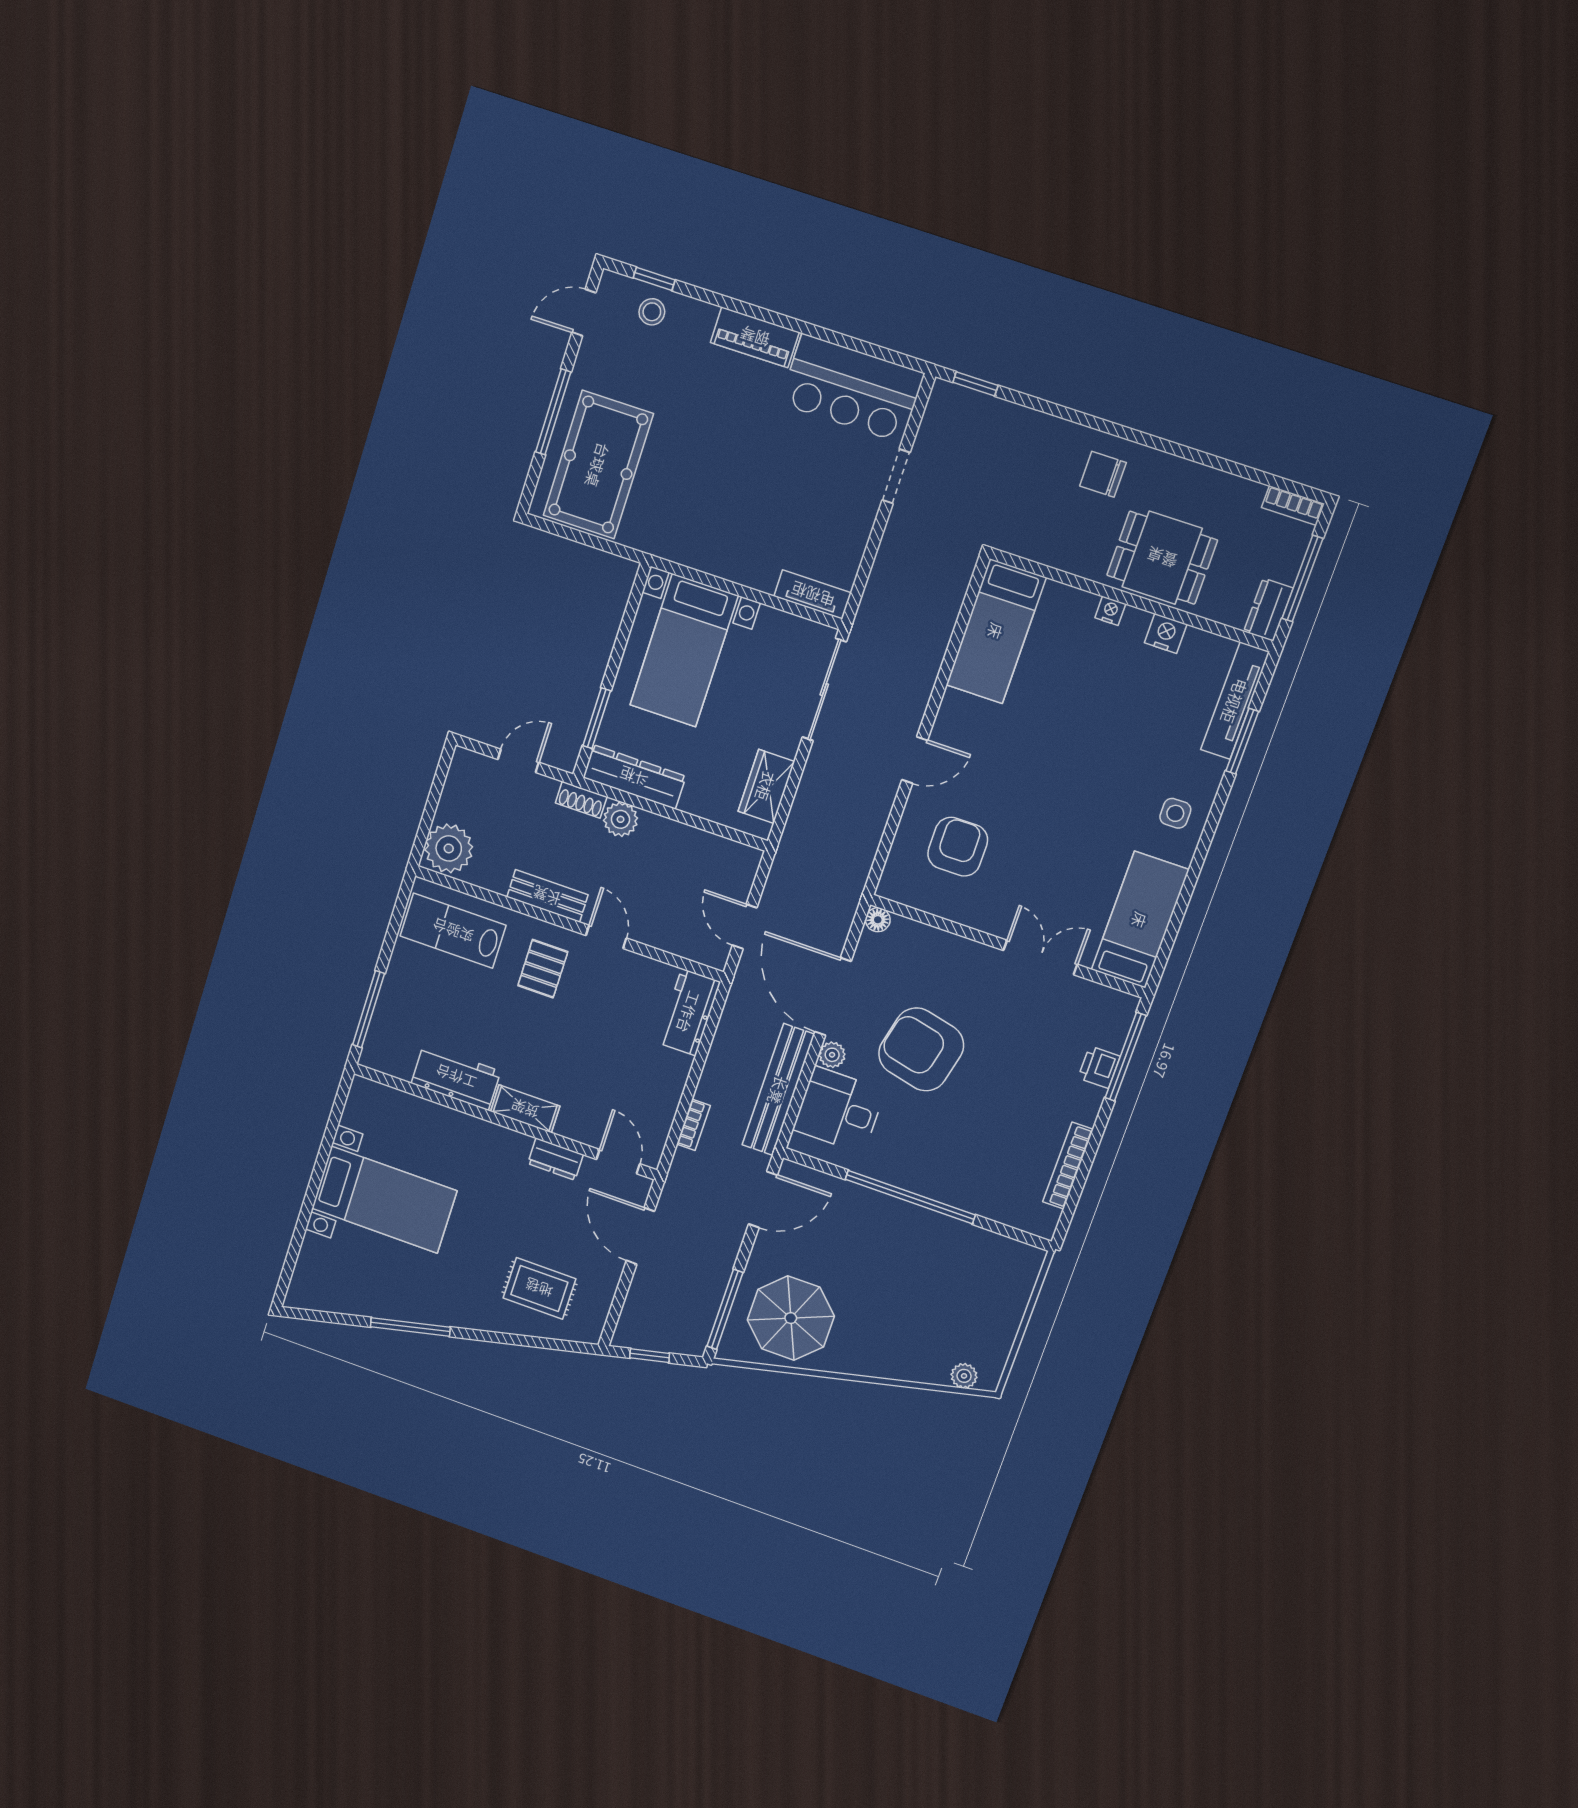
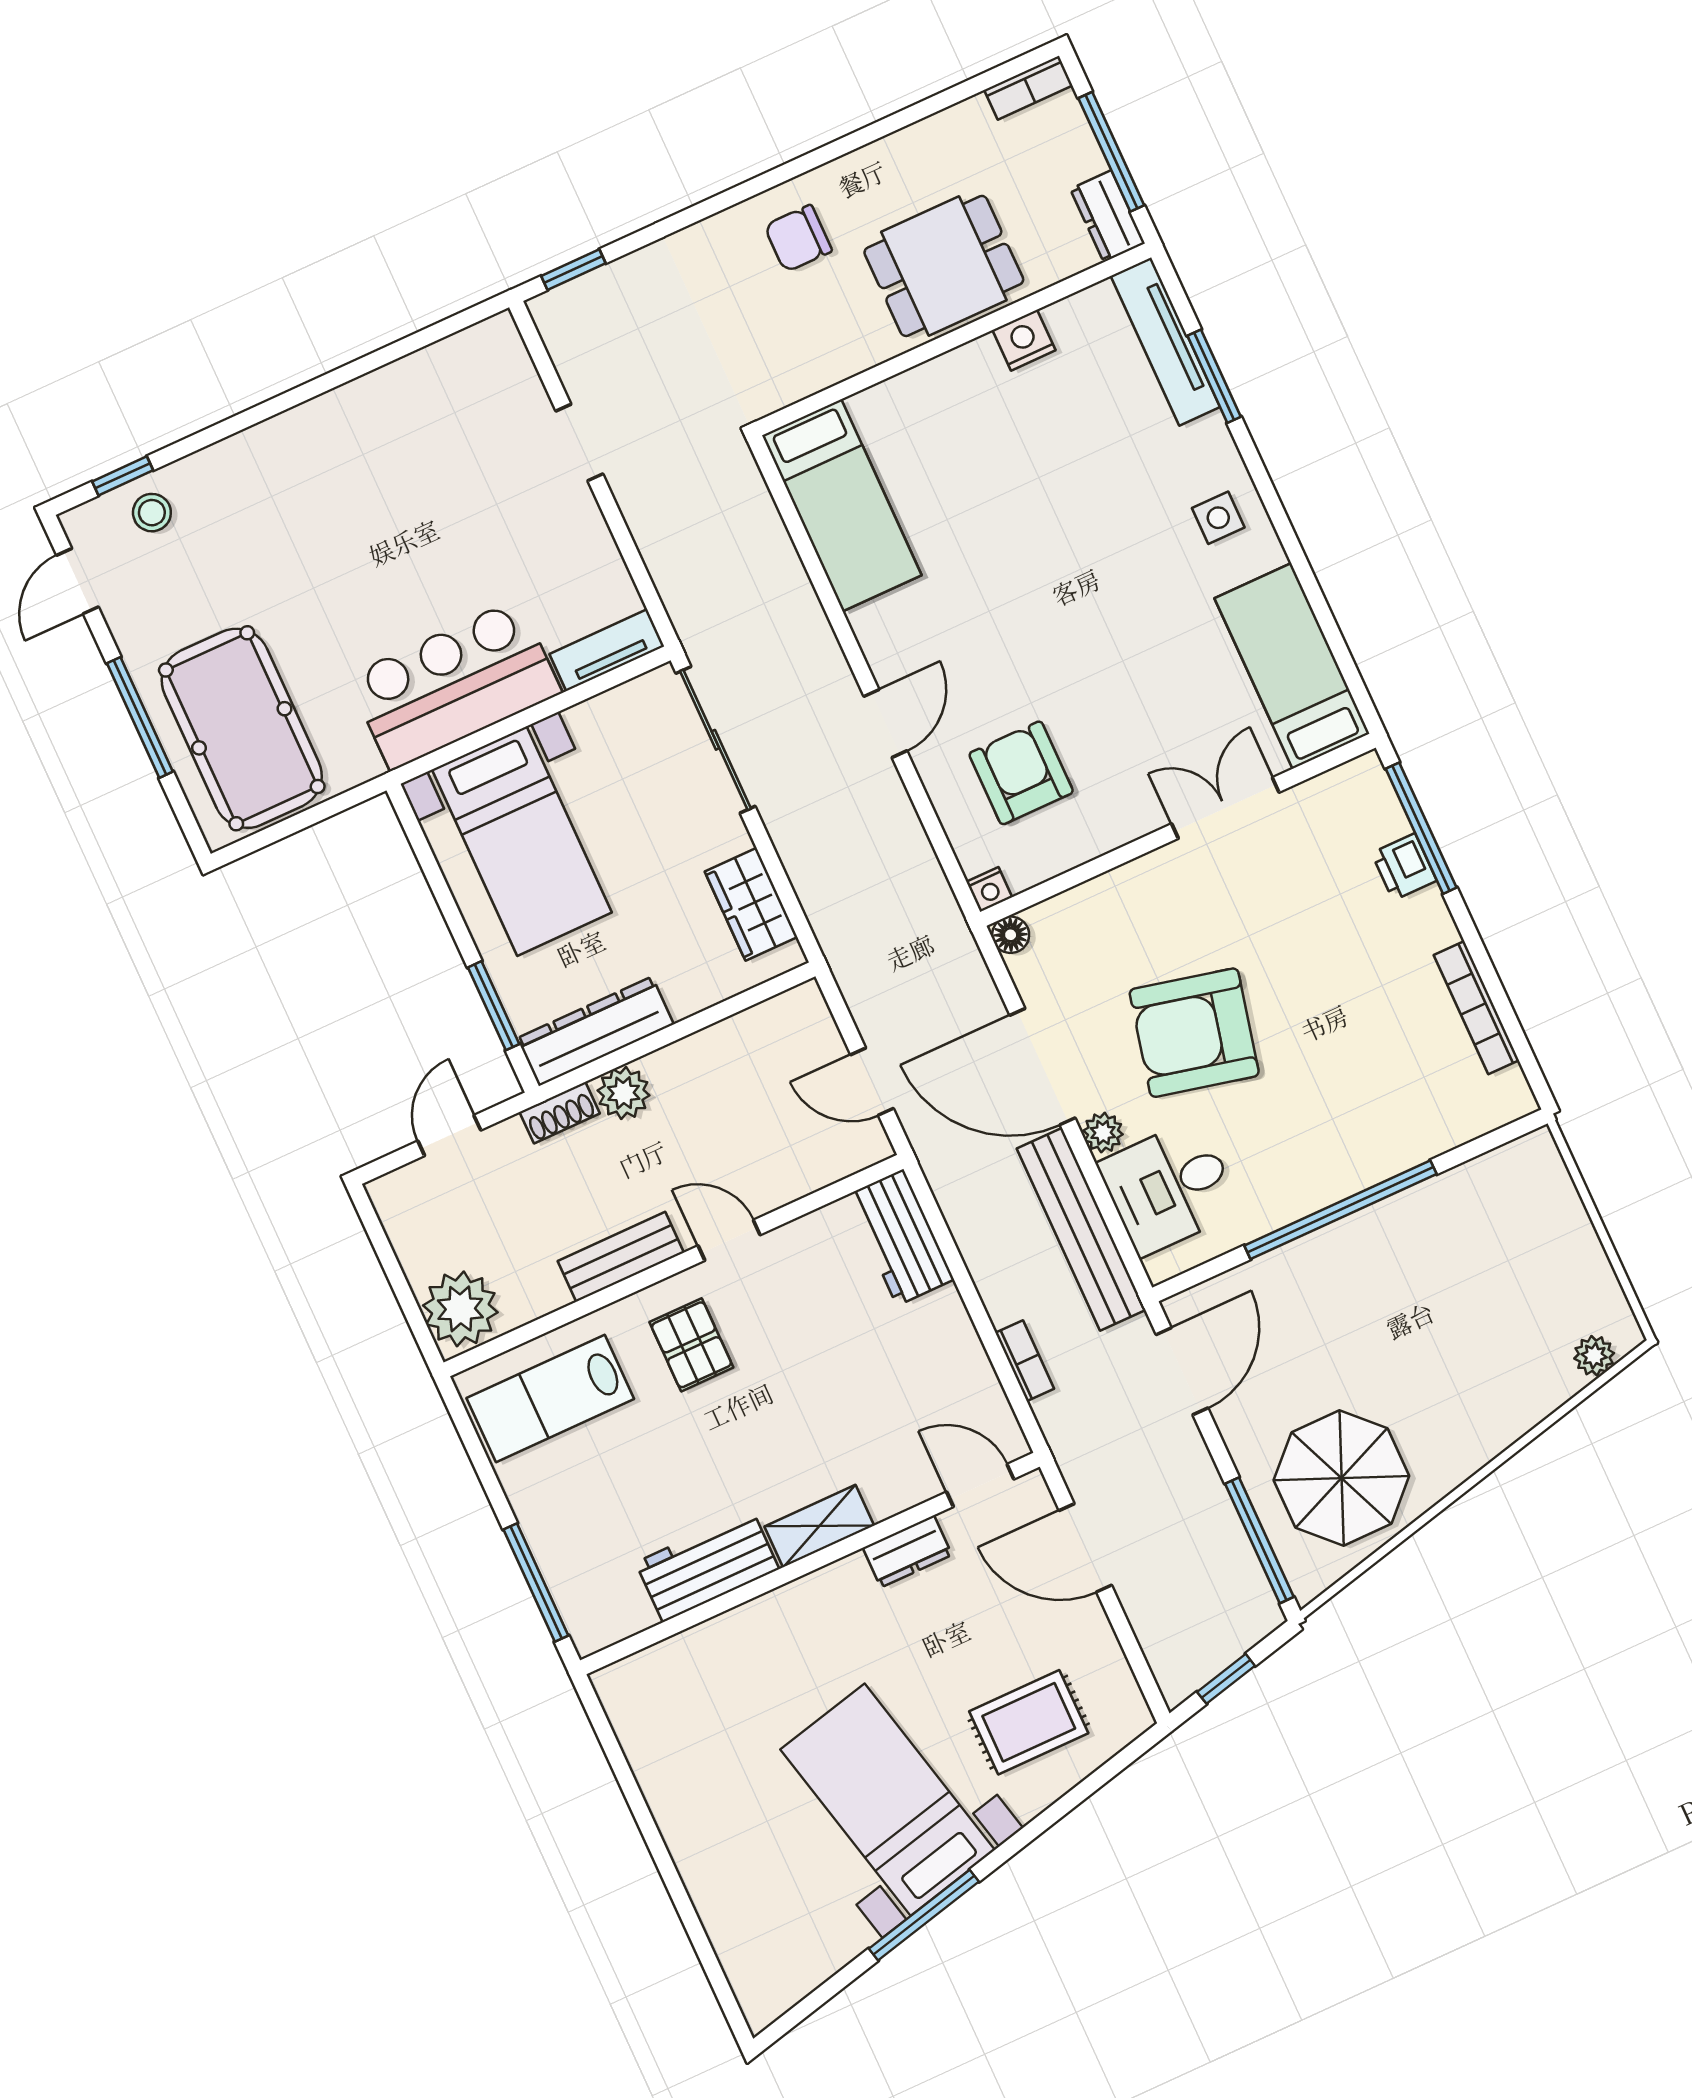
piano: (755, 337) -> (290, 437), removed
bar counter: (852, 388) -> (455, 684), moved, turned 180
nightstand: (1110, 611) -> (989, 889), moved, turned 180
bed with nightstands: (384, 1200) -> (888, 1800), moved, turned -103

